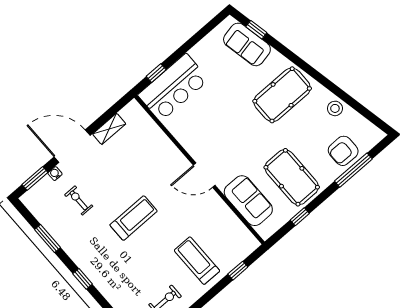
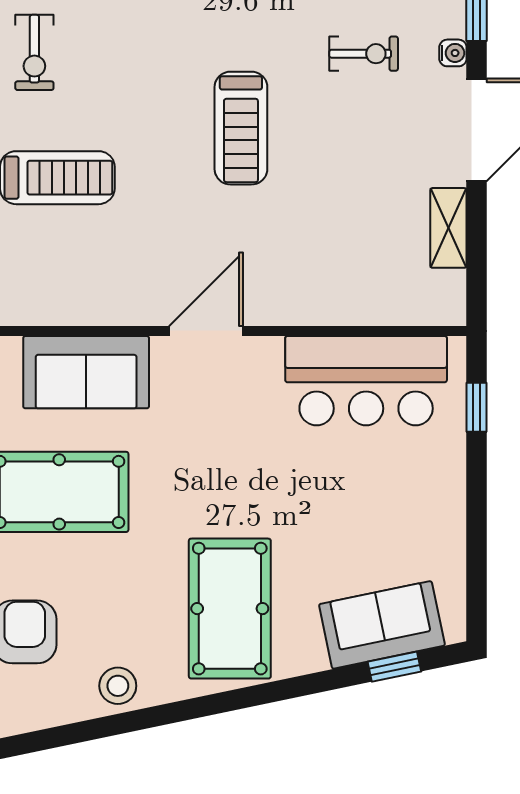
bar counter: (173, 87) -> (366, 381), moved, turned -90

